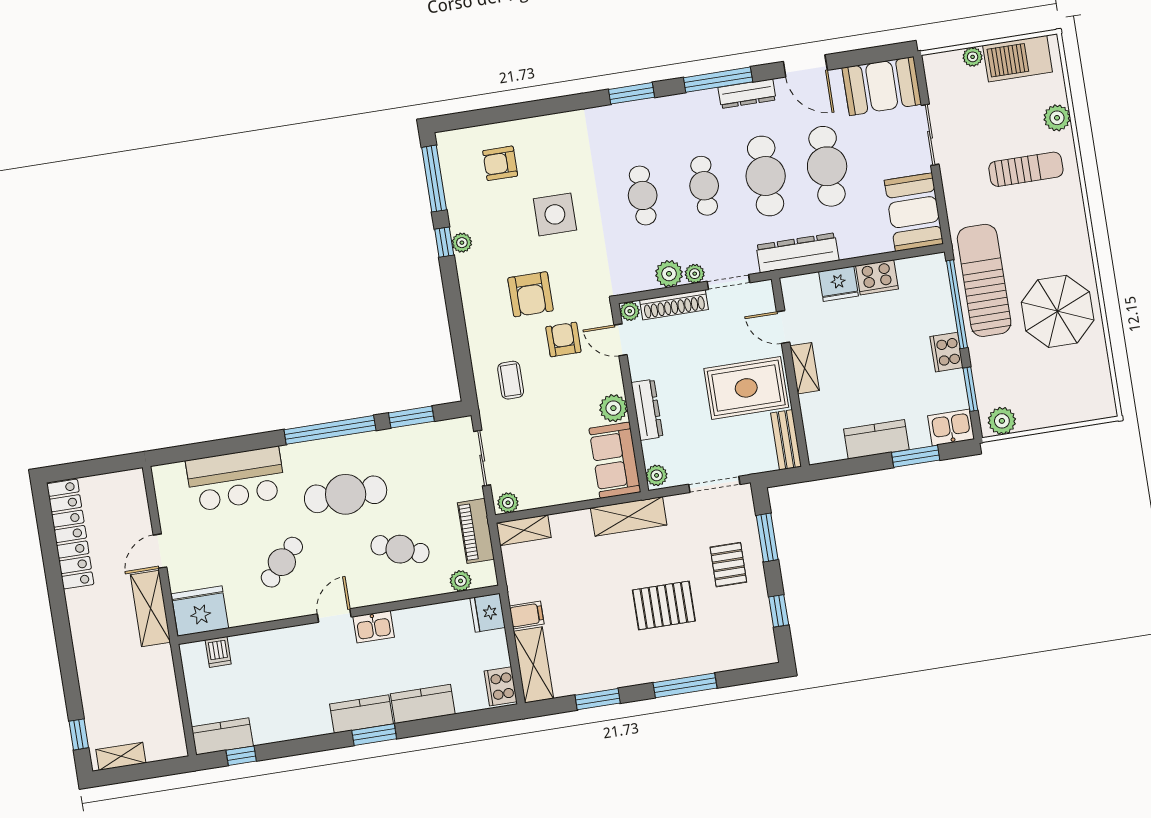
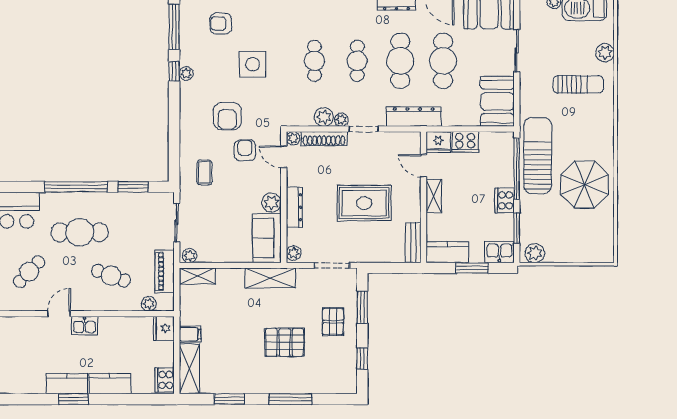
door: (783, 327) -> (424, 166), moved
shelving: (805, 368) -> (434, 196), moved
wall: (790, 372) -> (424, 197), moved
bench: (786, 440) -> (413, 243), moved

